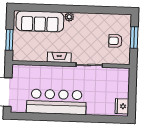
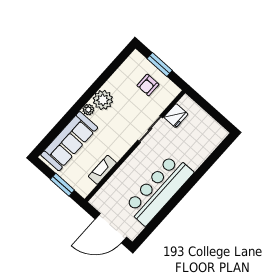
plant: (83, 21) -> (103, 100), added
fireplace: (59, 57) -> (102, 170), moved
fridge: (122, 106) -> (176, 116), moved, turned -90

